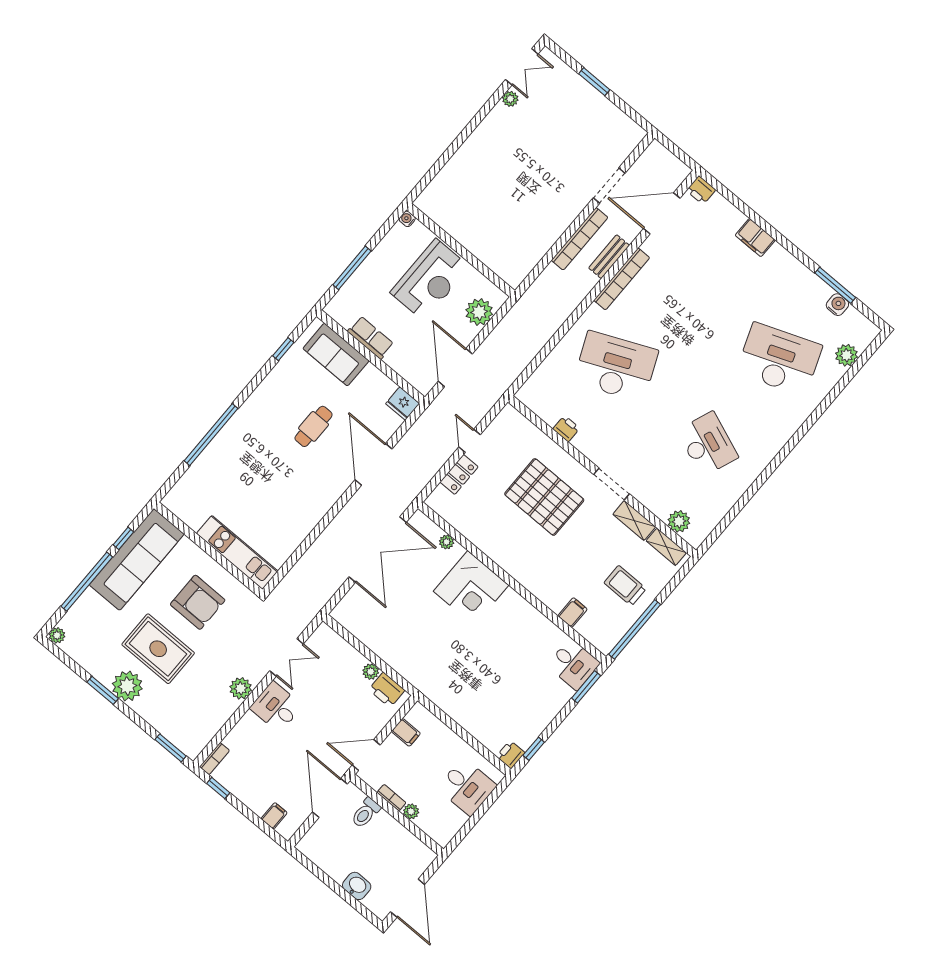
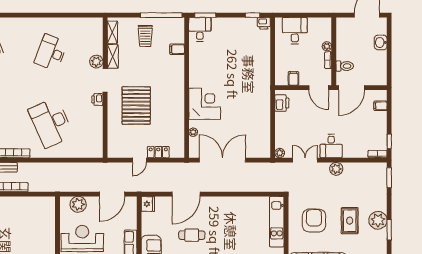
printer: (566, 429) -> (97, 100), moved
plant: (679, 521) -> (96, 62), moved
rug: (158, 649) -> (350, 221), width x0.73, depth x0.70
plant: (371, 672) -> (280, 153), moved

